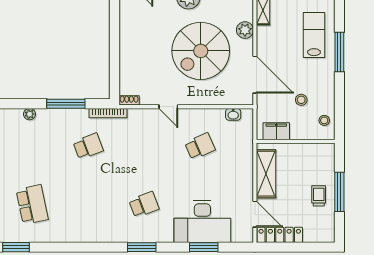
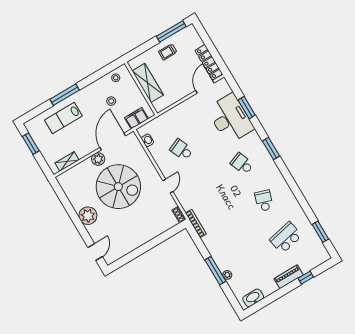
plant: (245, 30) -> (98, 159), moved
window: (66, 104) -> (215, 271), moved
filing cabinet: (276, 131) -> (137, 118), moved, turned 90
school desk: (88, 146) -> (264, 201), moved, turned 39
shelving: (266, 174) -> (148, 83), moved, turned 90
window: (339, 192) -> (171, 31), moved

